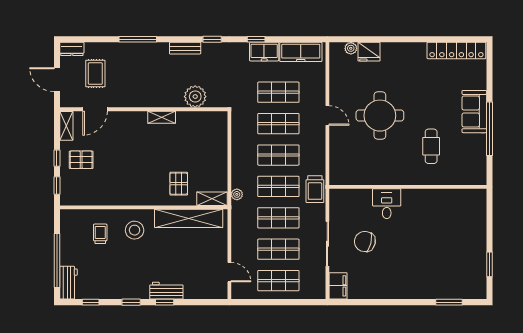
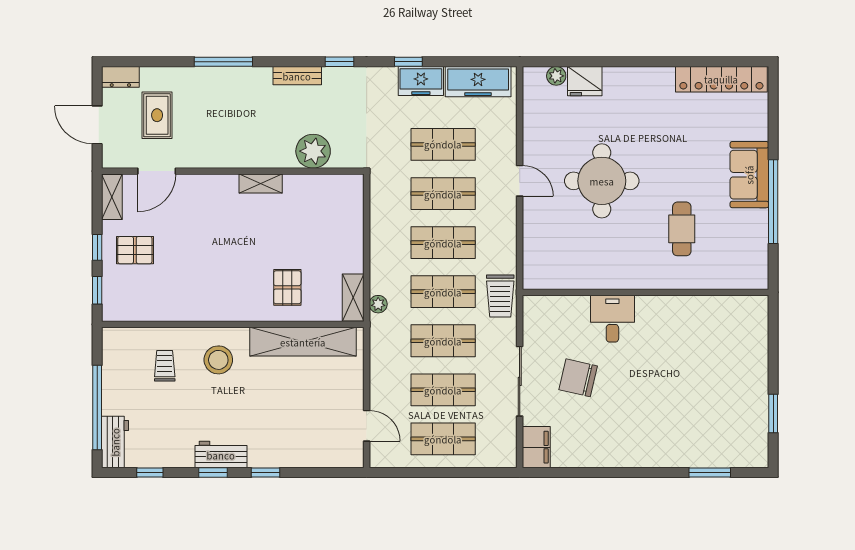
shelving: (212, 199) -> (353, 298), moved, turned 90
workbench: (166, 291) -> (221, 455), moved

